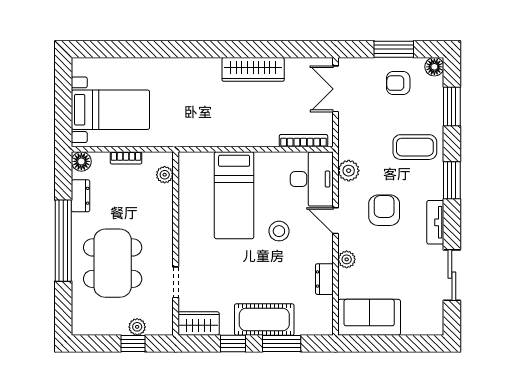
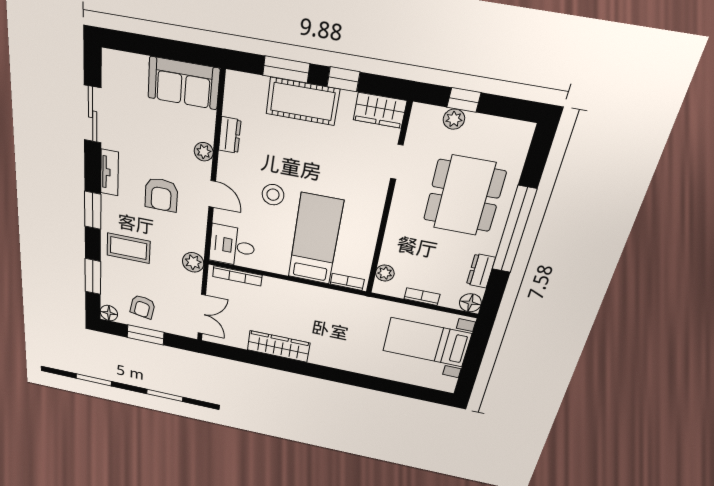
armchair: (398, 83) -> (143, 307), turned 100
bookcase: (197, 158) -> (347, 282), added
plant: (349, 171) -> (193, 262), moved
desk: (312, 179) -> (232, 246), width x0.73

